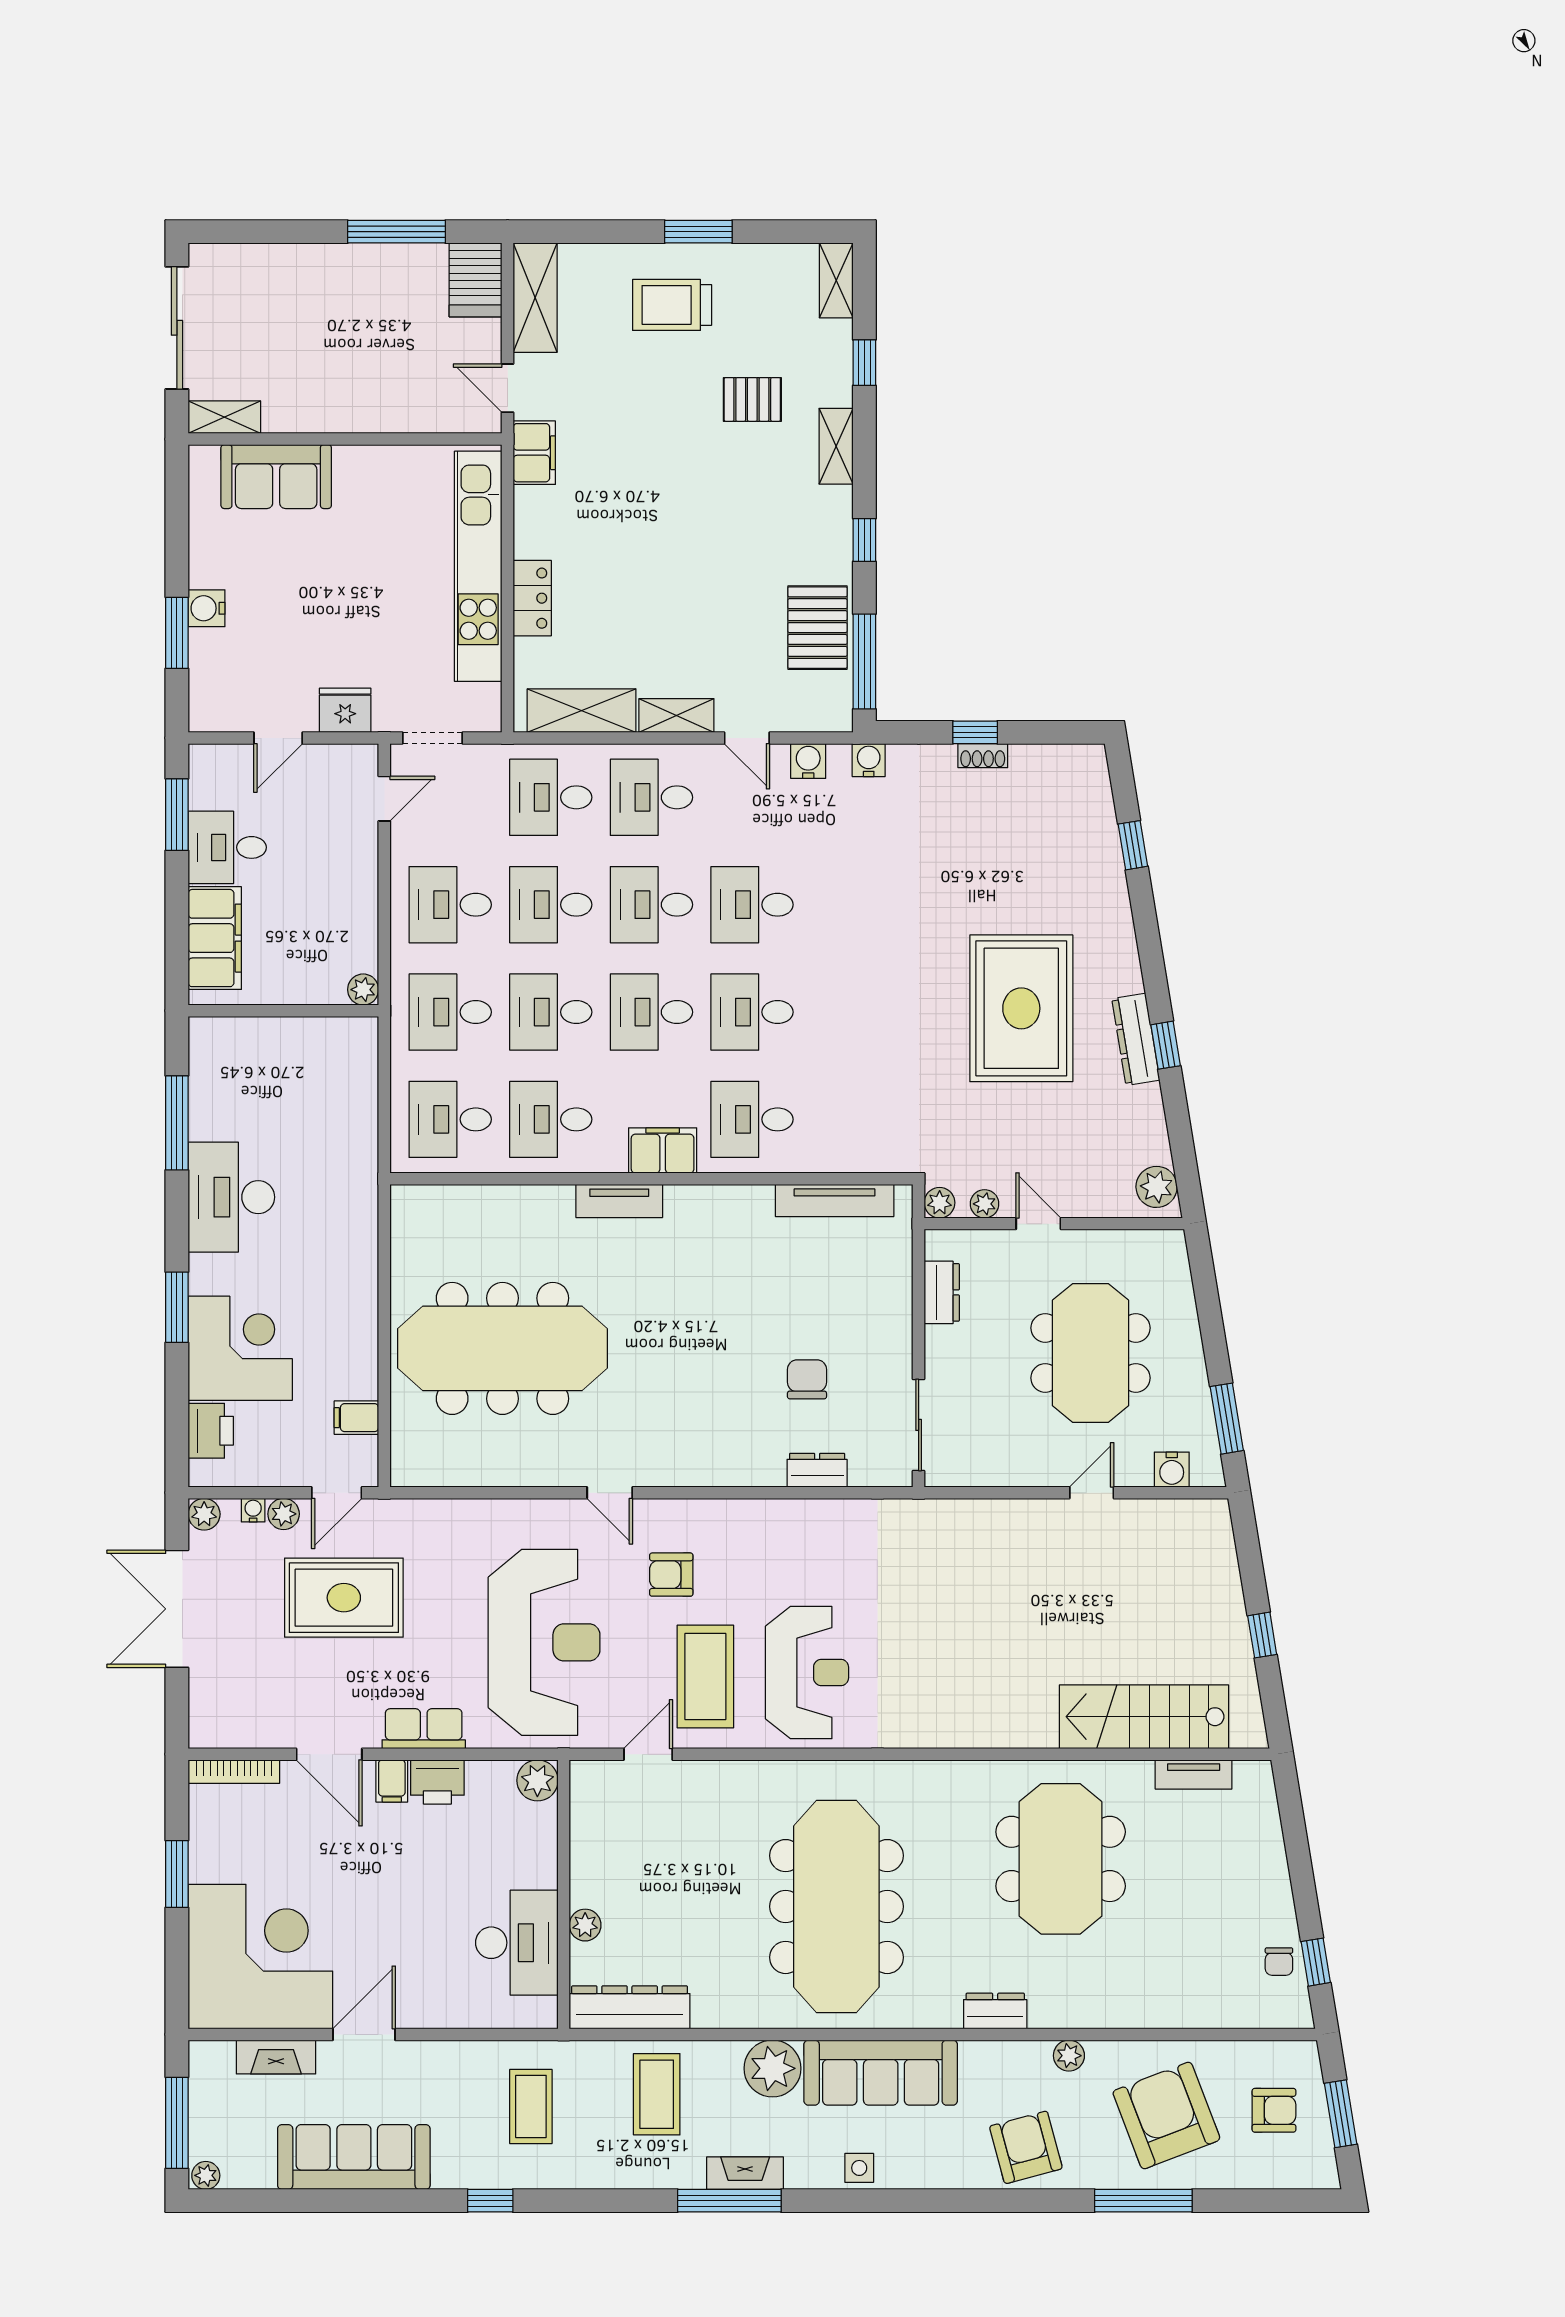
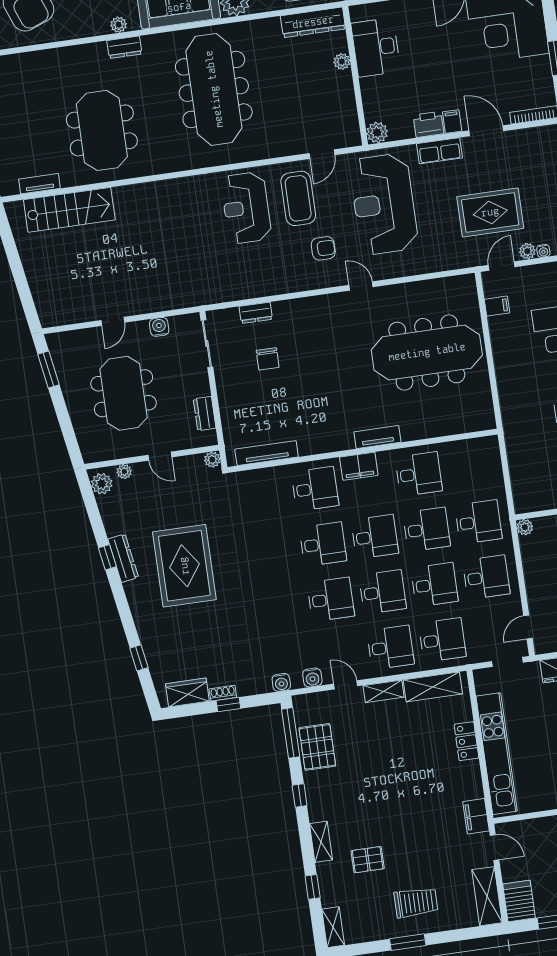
wardrobe: (1050, 766) -> (187, 692), added
desk: (450, 1119) -> (470, 467), removed
plant: (985, 1204) -> (124, 472), moved
water cooler: (1172, 1470) -> (159, 327), moved
window: (1262, 1635) -> (14, 261), removed
plant: (1069, 2056) -> (119, 25), moved

